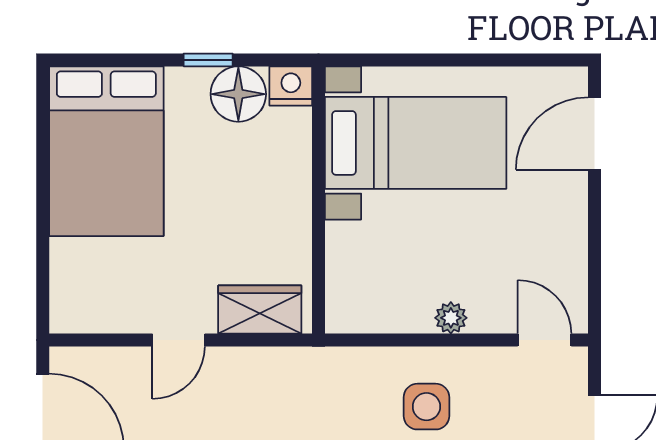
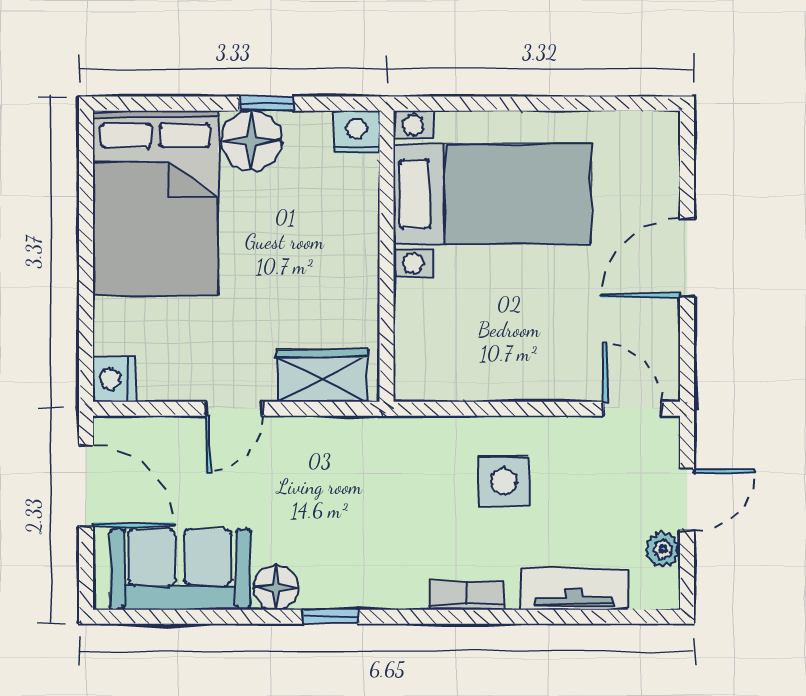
floor lamp: (238, 94) -> (252, 141), moved
door: (594, 133) -> (687, 258), moved
nightstand: (68, 313) -> (114, 379), added
plant: (451, 318) -> (531, 384), removed

